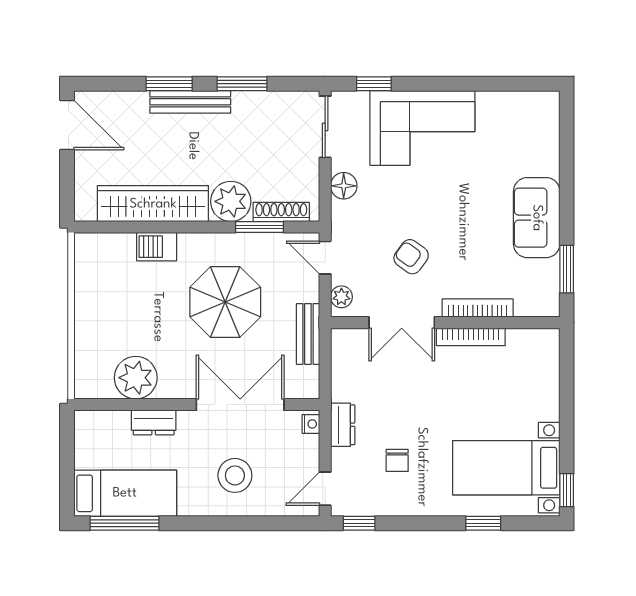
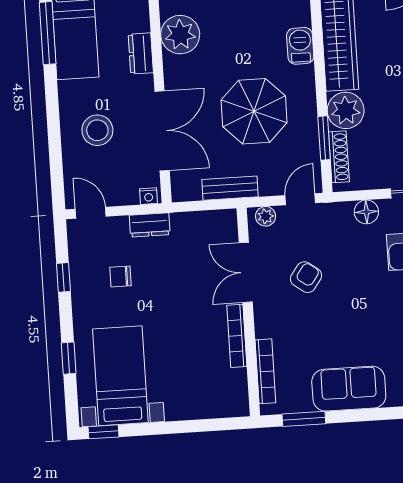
bookcase: (478, 308) -> (265, 371), moved
window: (359, 523) -> (63, 277), moved

